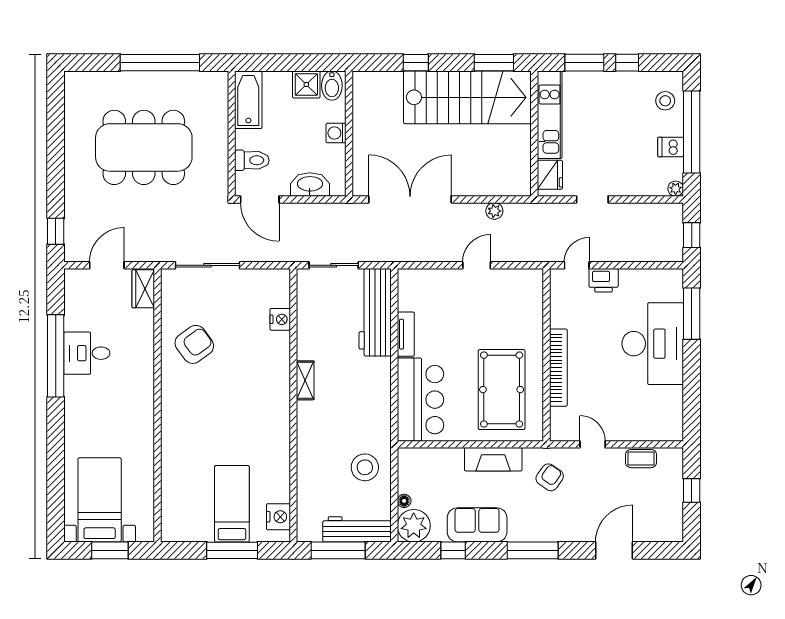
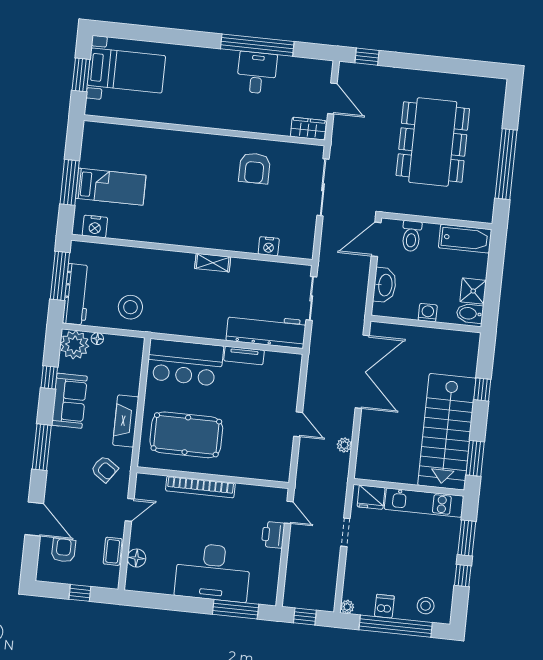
armchair: (194, 344) -> (255, 168), turned 36
floor lamp: (646, 431) -> (137, 558), added
armchair: (646, 514) -> (63, 550), added

